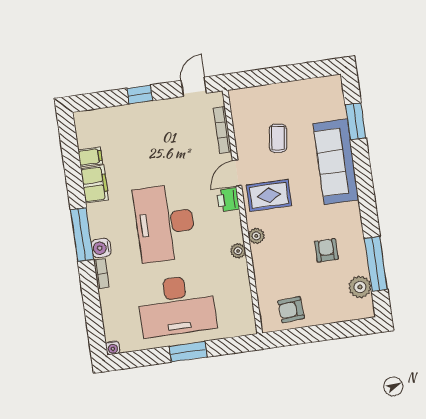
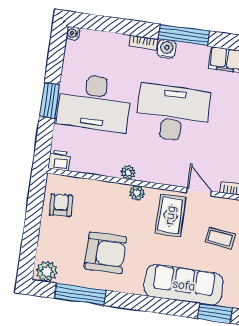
printer: (228, 200) -> (59, 160), moved
armchair: (326, 250) -> (105, 253), width x1.88, depth x1.88
plant: (360, 287) -> (47, 271), moved
desk: (177, 306) -> (95, 102), turned -90

